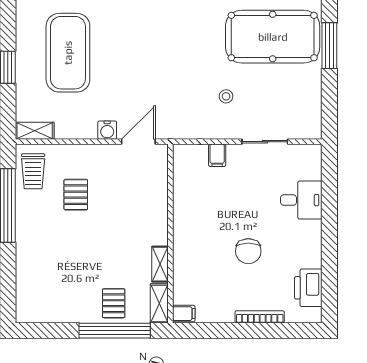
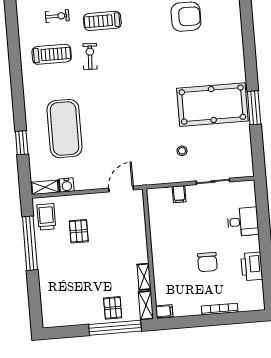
water cooler: (107, 130) -> (67, 185), moved
trolley: (33, 171) -> (46, 217), turned 180
printer: (308, 288) -> (252, 266), moved

